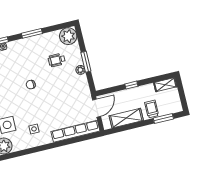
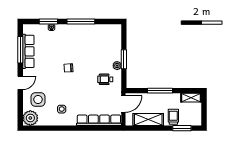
window: (32, 33) -> (81, 21), width x1.44
plant: (68, 36) -> (113, 32), removed
wheelchair: (57, 60) -> (105, 79), moved
window: (131, 85) -> (160, 91), width x2.17

